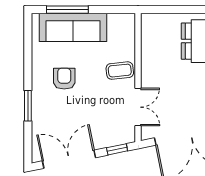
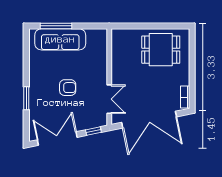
coffee table: (120, 71) -> (95, 72), removed
armchair: (64, 79) -> (68, 88), moved, turned 90

